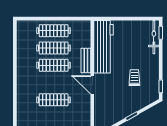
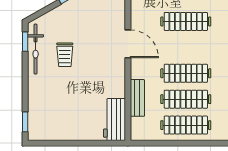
bicycle: (154, 37) -> (36, 49), moved
workbench: (104, 47) -> (114, 120), width x0.53, depth x0.76
bench: (86, 61) -> (137, 98), moved

